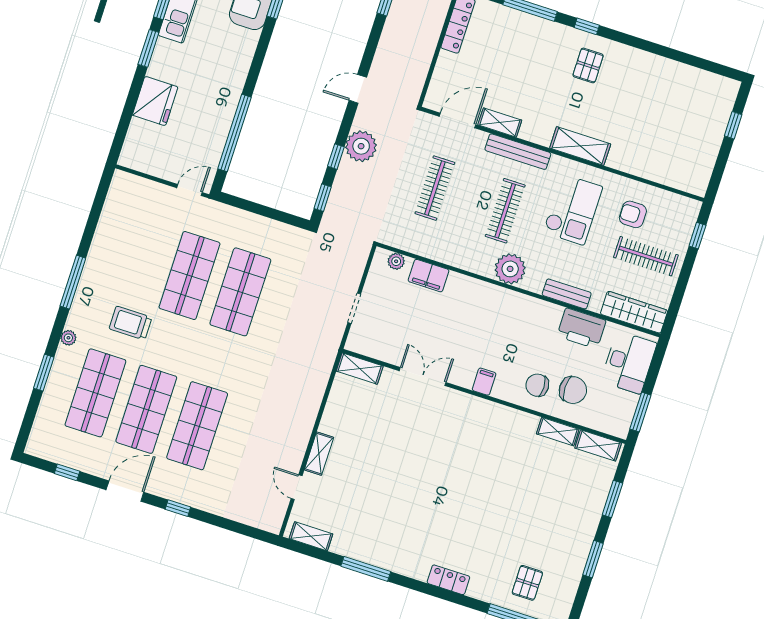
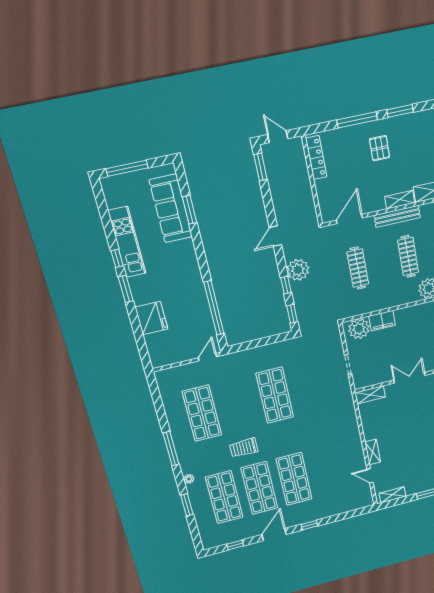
window: (587, 26) -> (400, 111), width x1.50
pallet: (588, 65) -> (379, 148), moved
shelving: (500, 122) -> (400, 200), moved
plant: (396, 261) -> (359, 329), width x1.88, depth x1.88
shop shelf: (190, 275) -> (202, 413), moved
trolley: (130, 323) -> (244, 448), moved

